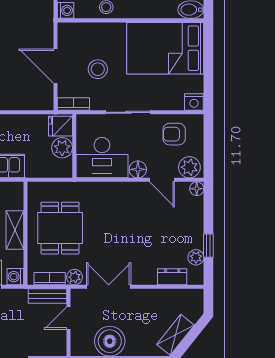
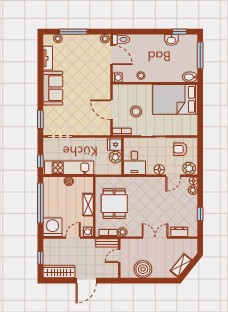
nightstand: (194, 102) -> (192, 131), removed
desk: (102, 158) -> (134, 163), width x0.73
door: (162, 180) -> (173, 176), hinge flipped
plant: (196, 257) -> (193, 190), moved
double door: (109, 287) -> (155, 238), moved

